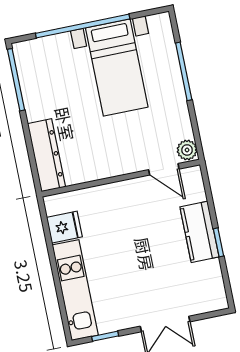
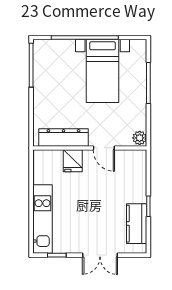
dresser: (46, 155) -> (64, 138), moved, turned -90
door: (164, 169) -> (104, 148), moved
fridge: (64, 227) -> (73, 161), moved, turned 90
kitchen counter: (199, 232) -> (137, 224), moved

